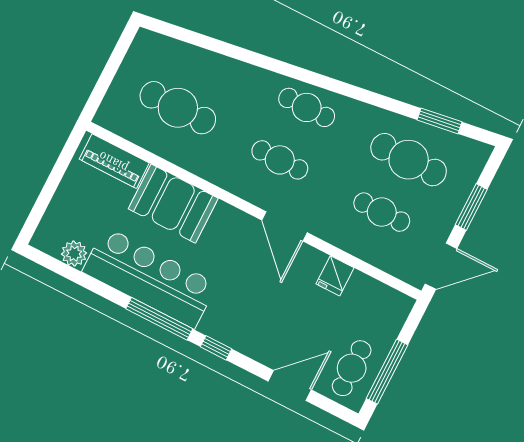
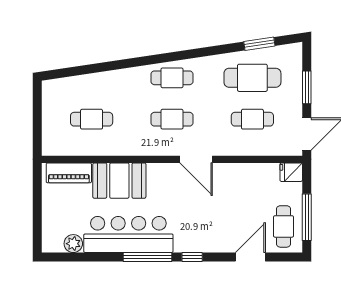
cafe table: (178, 108) -> (92, 119), width x0.73, depth x0.74
fridge: (335, 276) -> (291, 172), moved, turned 90

